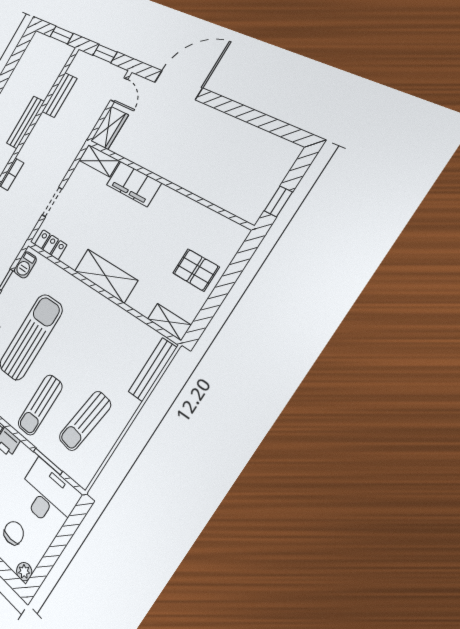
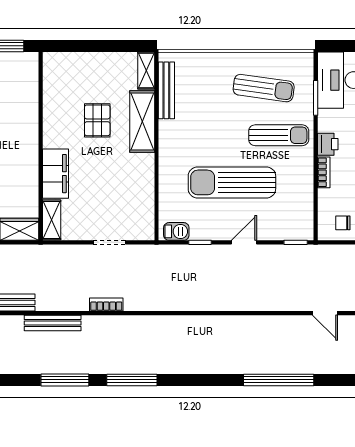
locker: (51, 245) -> (146, 218), removed
pallet: (196, 270) -> (97, 120), moved
shelving: (106, 276) -> (142, 122), moved
bench: (153, 370) -> (166, 90), moved, turned 90

